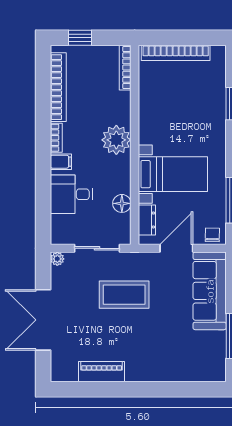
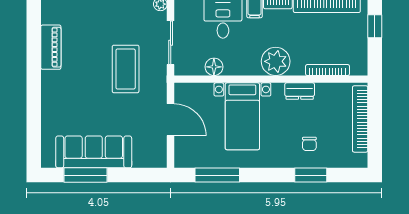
bookcase: (125, 68) -> (327, 70), moved
dresser: (147, 220) -> (300, 91), moved
chair: (212, 235) -> (309, 144), moved, turned 89
sofa: (210, 291) -> (94, 152), moved

